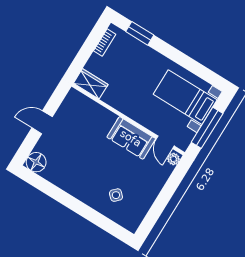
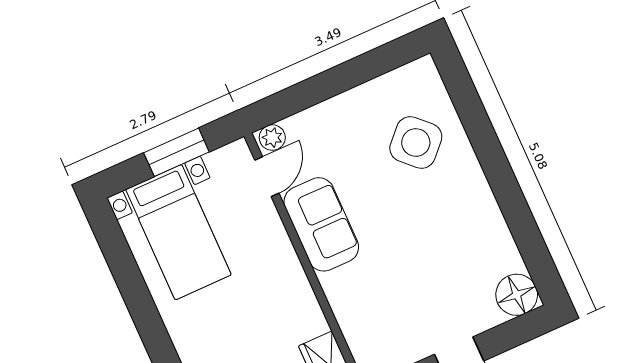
window: (207, 128) -> (176, 152), width x0.69
side table: (116, 195) -> (416, 142), width x1.87, depth x1.87

